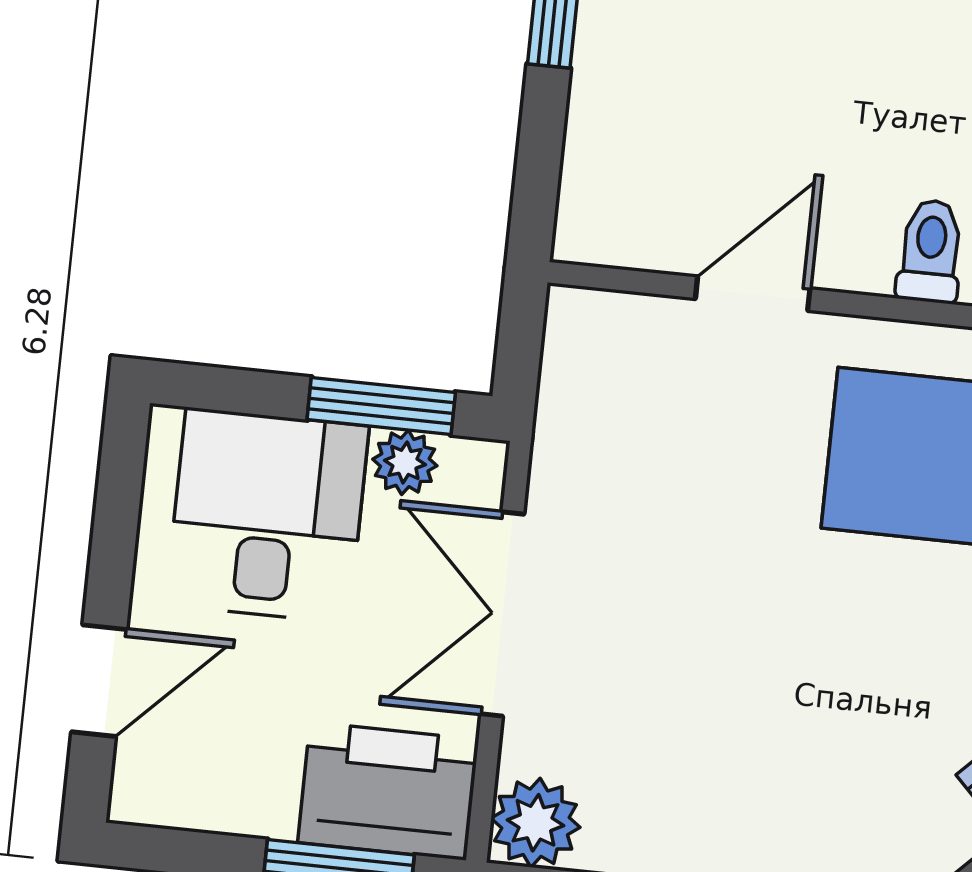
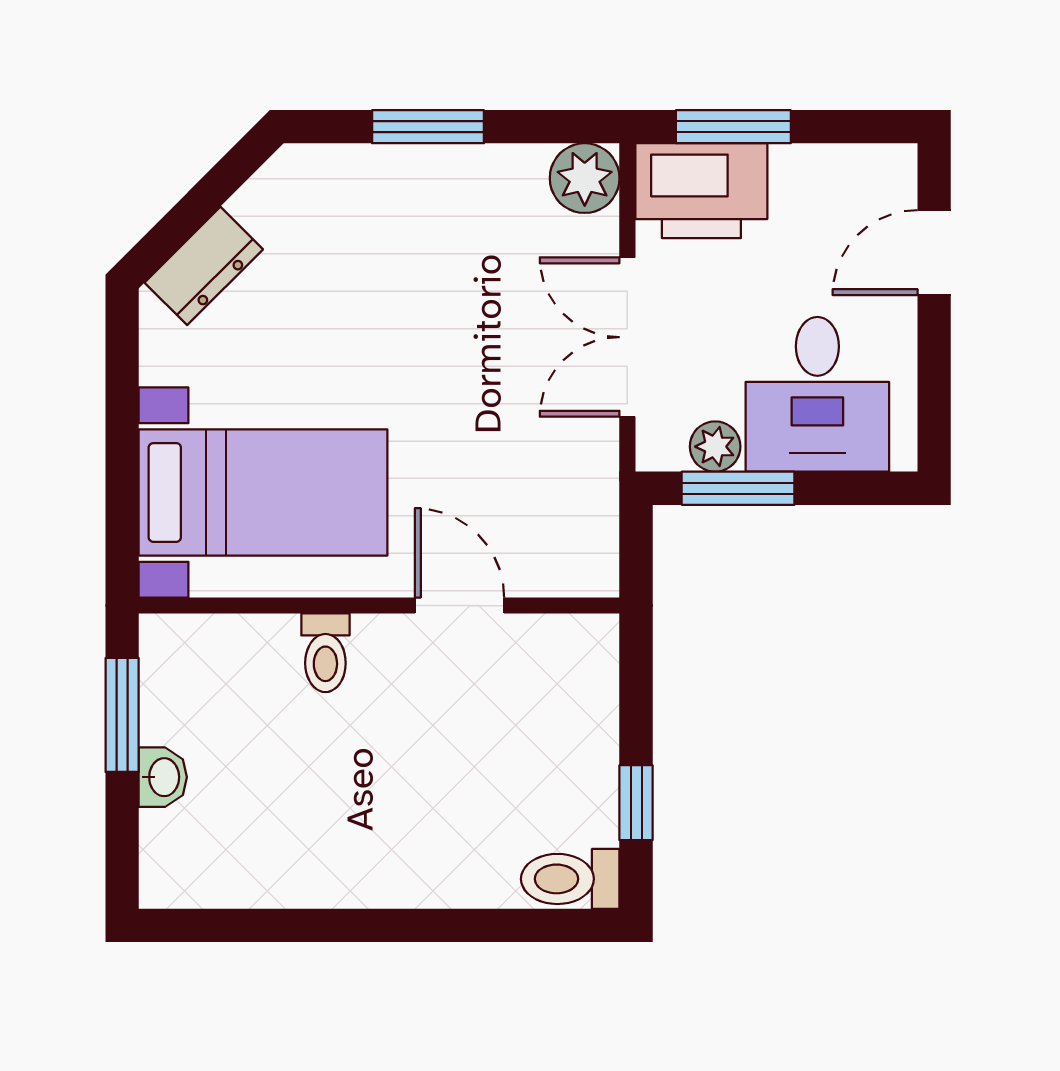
door: (753, 294) -> (459, 606), swing flipped
double door: (502, 614) -> (627, 337), swing flipped

